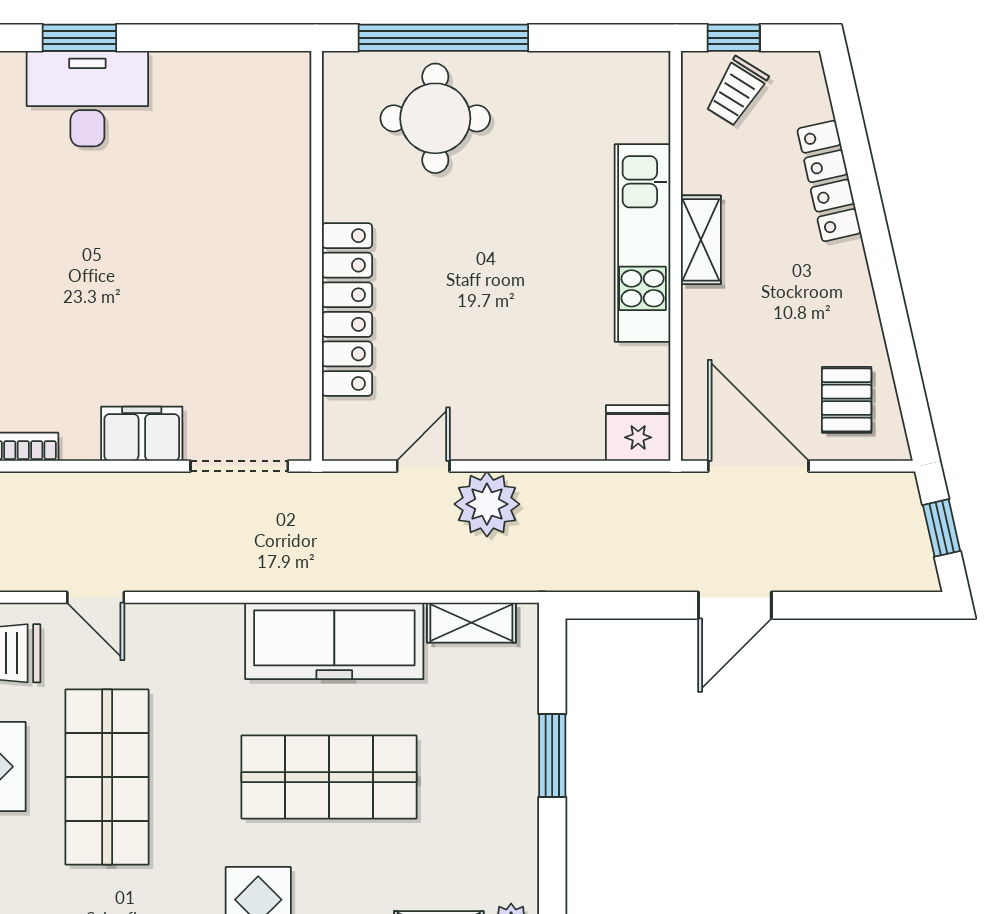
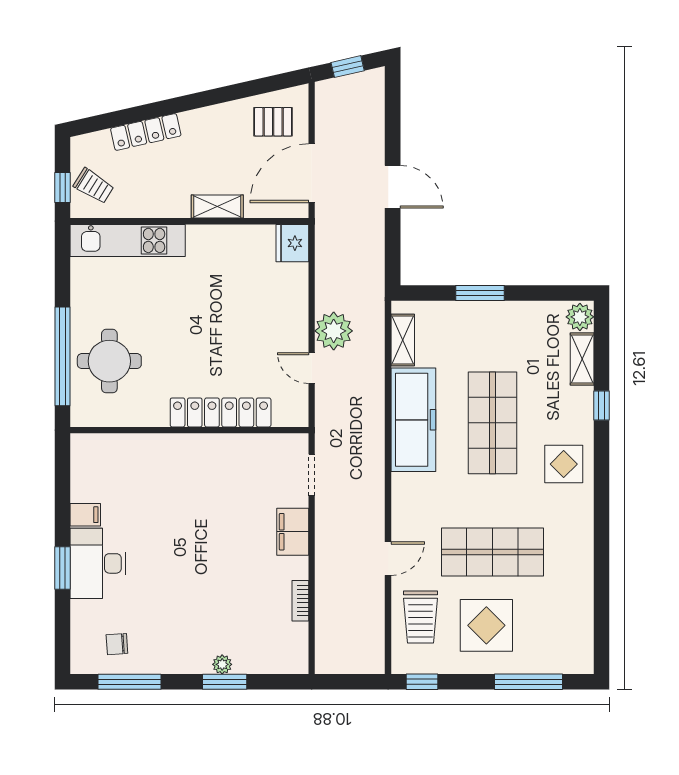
filing cabinet: (171, 77) -> (85, 515), added
shelving: (701, 240) -> (217, 207), moved
kitchen unit: (643, 243) -> (128, 240), moved
doorway: (239, 466) -> (312, 475), width x0.73

